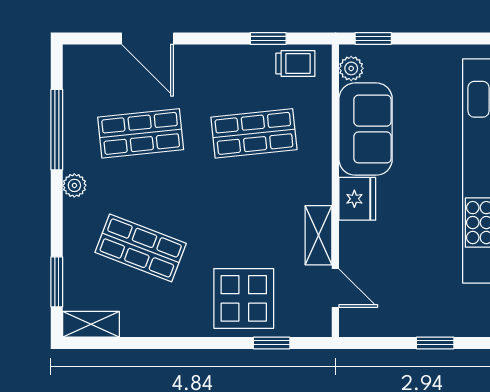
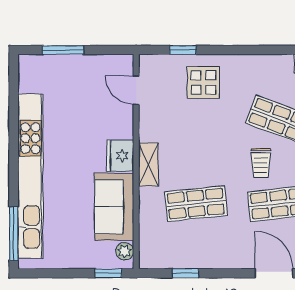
trolley: (295, 63) -> (261, 163), moved, turned -90
shelving: (319, 235) -> (148, 164), moved
display table: (244, 298) -> (203, 83), width x0.73, depth x0.73
window: (435, 343) -> (63, 50), width x1.50

